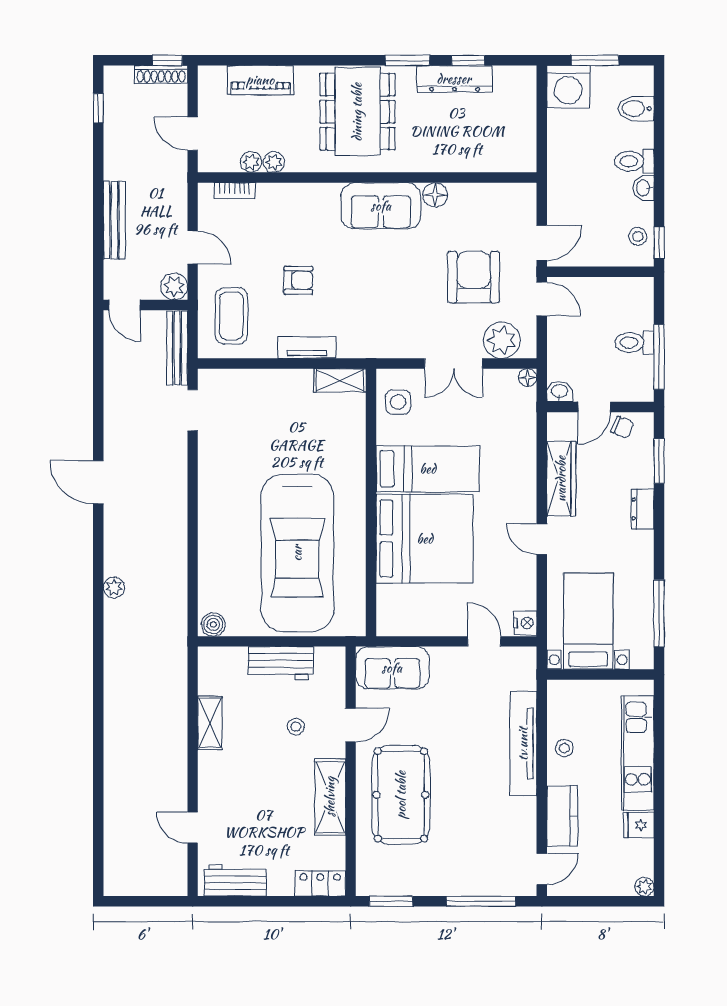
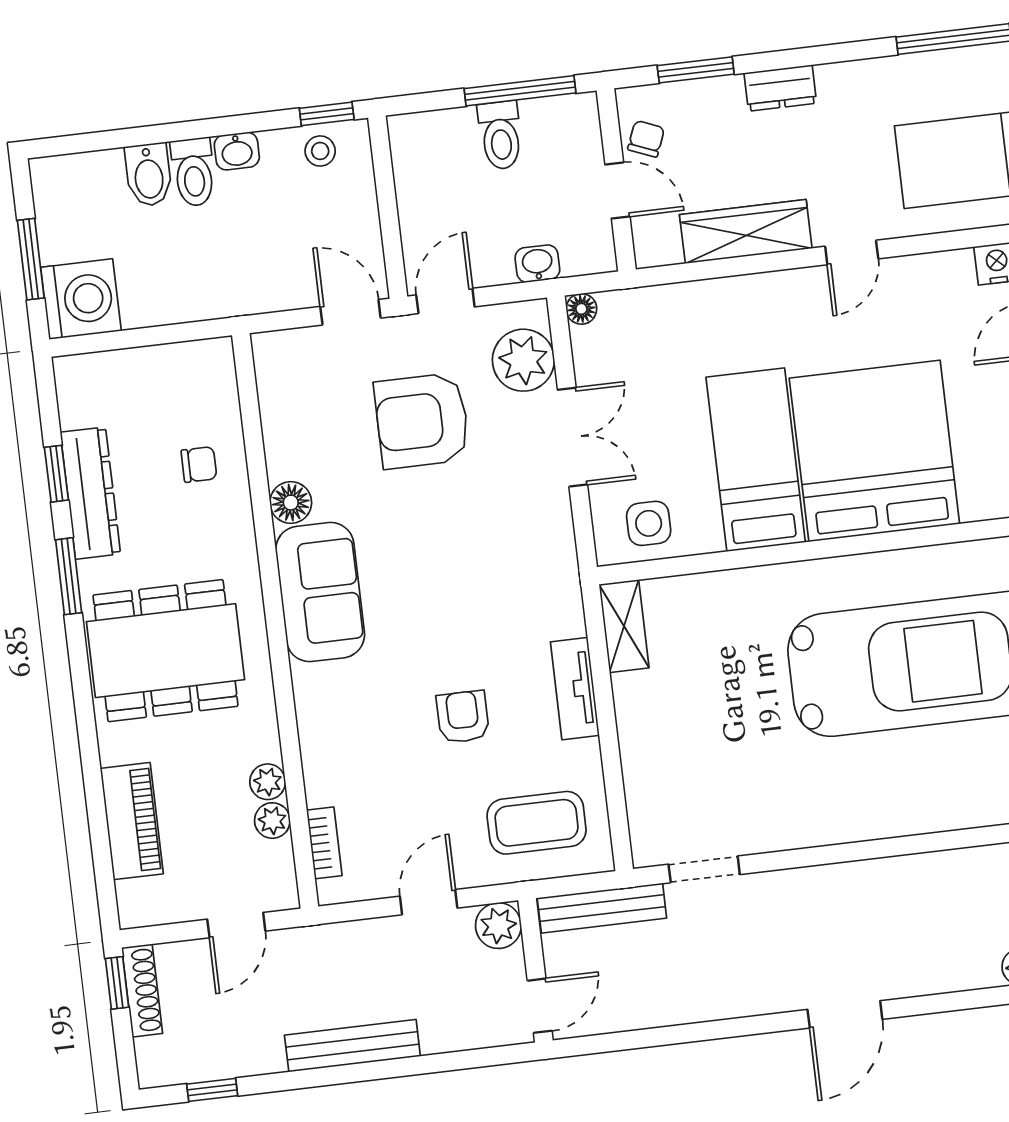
bidet: (636, 109) -> (149, 175), moved
chair: (464, 144) -> (199, 464), added
bench: (114, 220) -> (352, 1046), moved
washbasin: (560, 392) -> (537, 264), moved, turned 90

